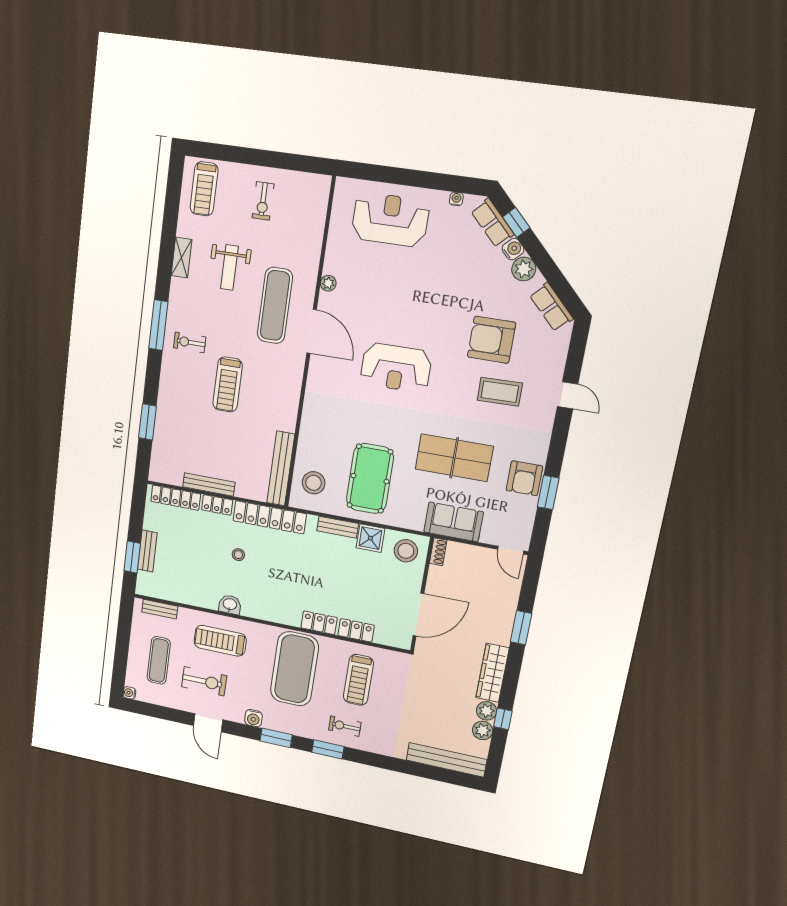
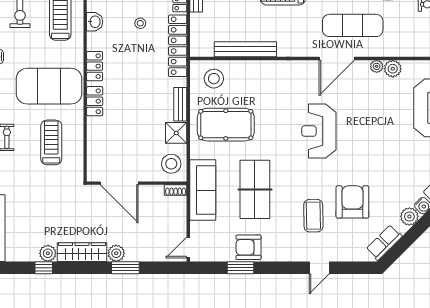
plant: (334, 263) -> (393, 69), added
bench: (281, 469) -> (245, 49), moved
sofa: (453, 522) -> (203, 190), width x1.36
locker: (356, 630) -> (95, 66), moved
treadmill: (358, 680) -> (51, 142), turned 90
plant: (483, 730) -> (116, 253), moved

